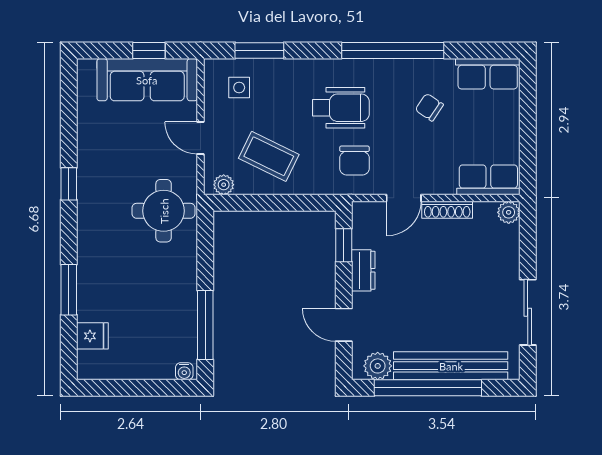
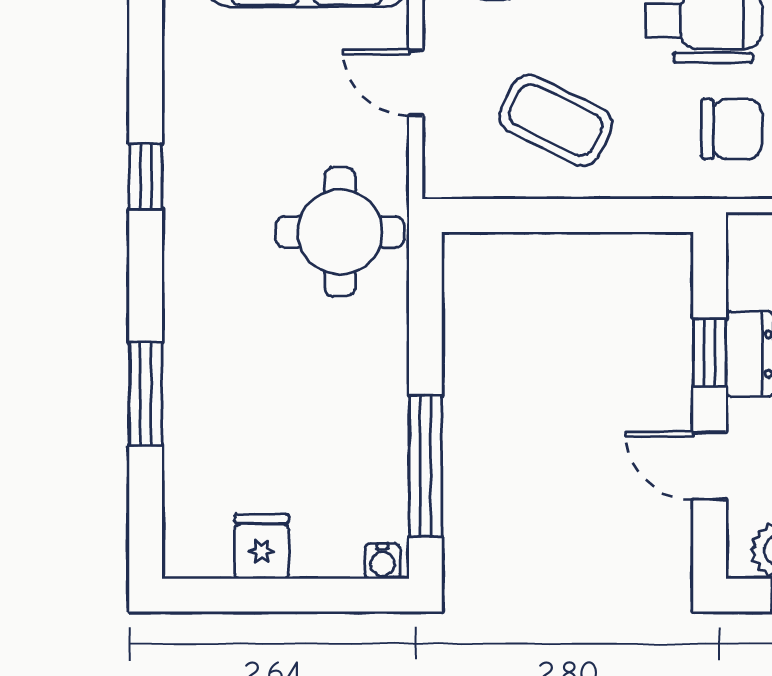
chair: (354, 161) -> (732, 129), turned -90
plant: (224, 185) -> (463, 178), removed
window: (344, 245) -> (710, 353), moved
fridge: (92, 336) -> (262, 546), moved, turned -90

